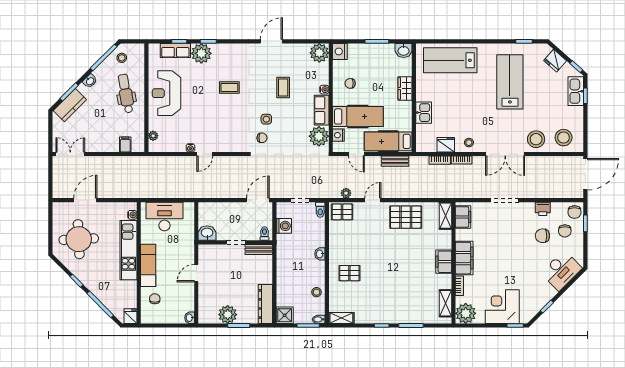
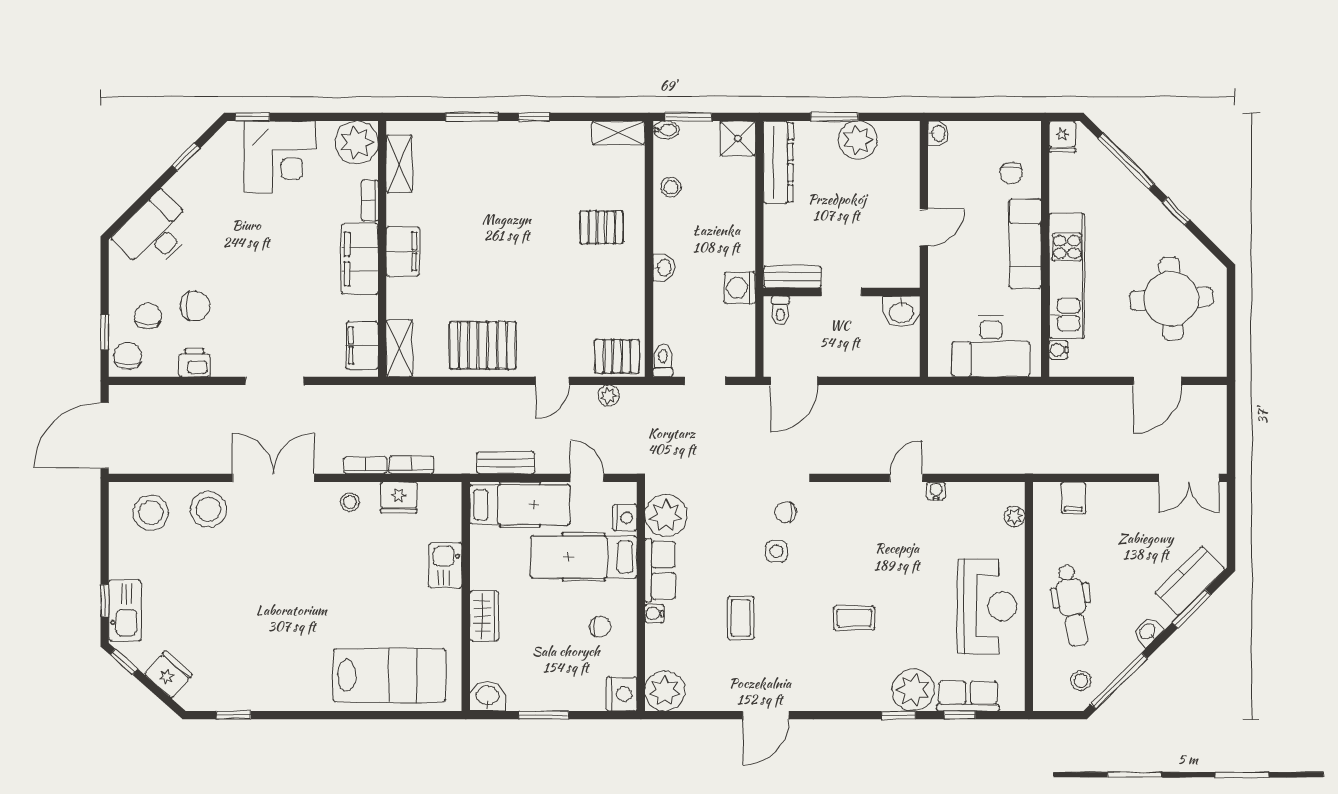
lab bench: (510, 82) -> (263, 630), removed
washing machine: (284, 226) -> (740, 288), moved

